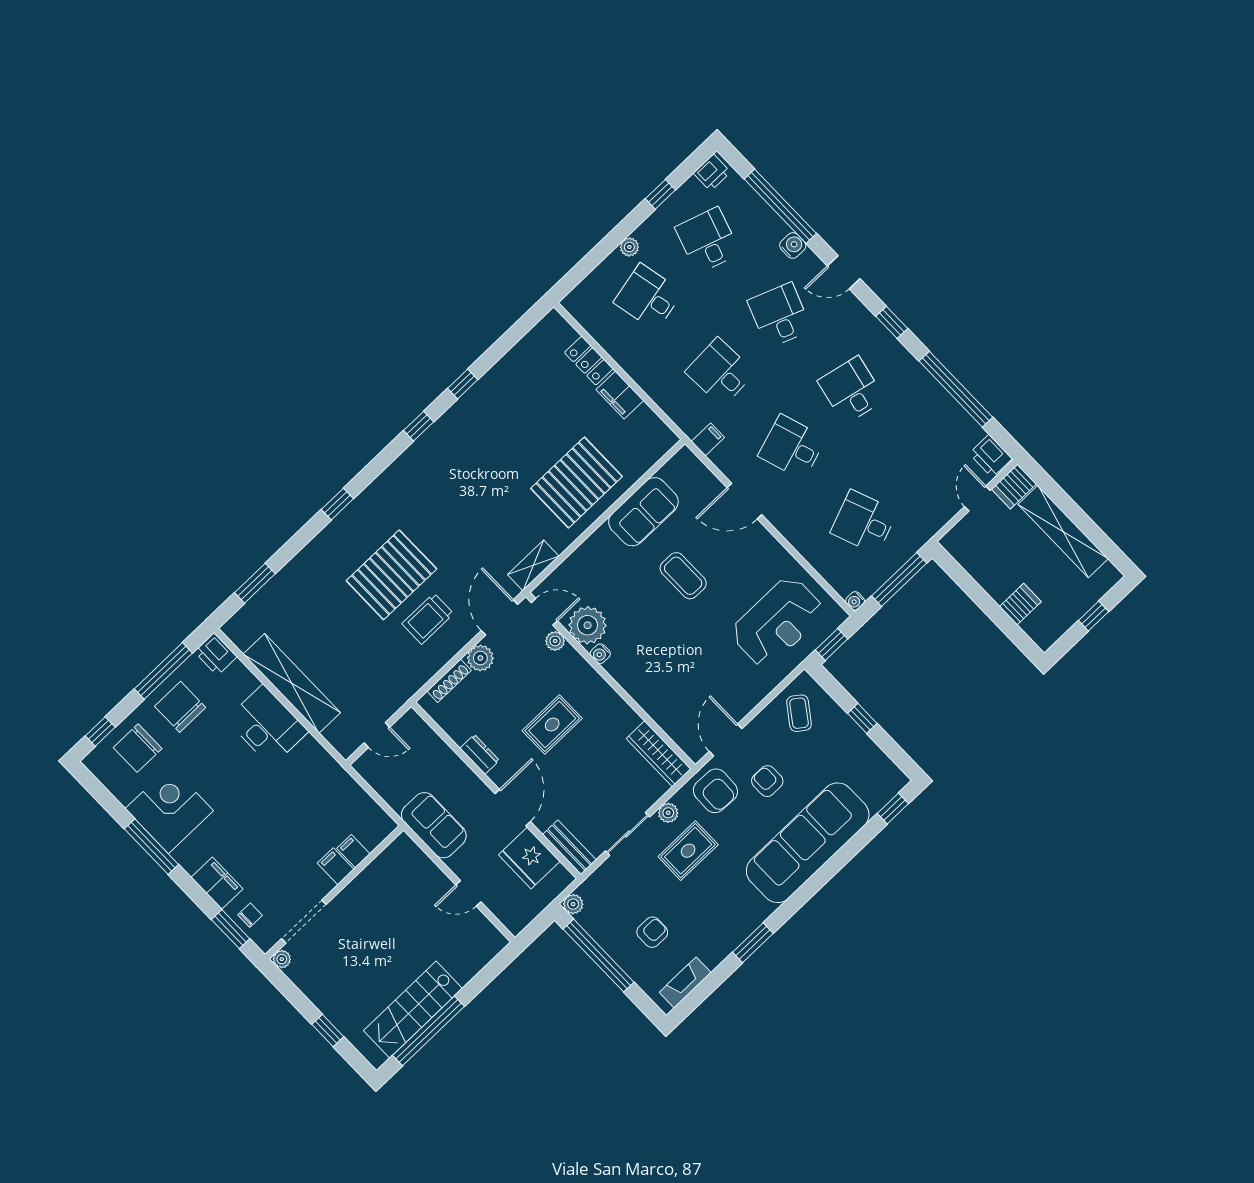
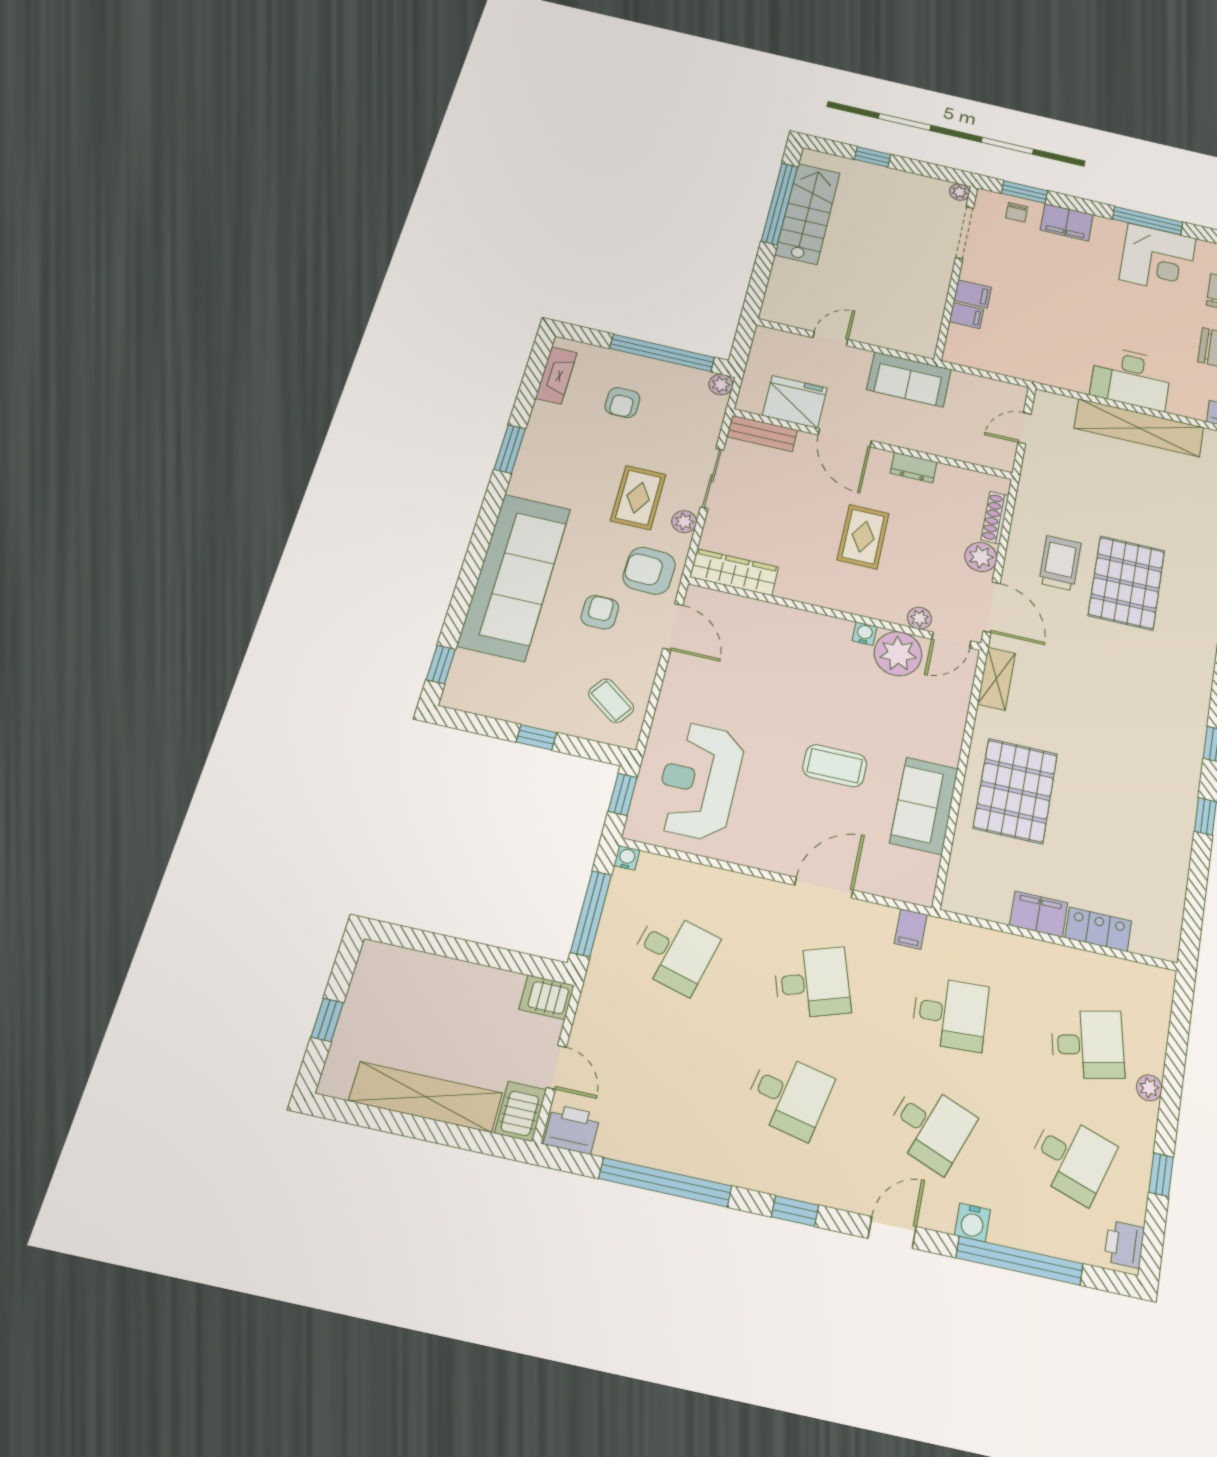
desk: (864, 522) -> (674, 952), turned 36
server rack: (1020, 604) -> (546, 997), moved, turned 90
armchair: (767, 781) -> (600, 612), turned -90

